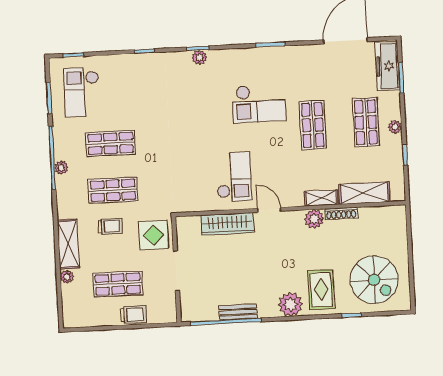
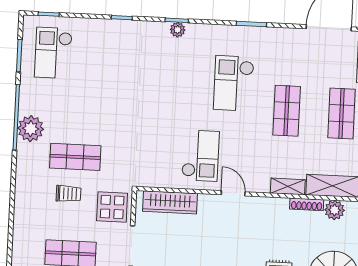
checkout: (259, 104) -> (234, 83), turned 90
shop shelf: (110, 143) -> (78, 109), removed
plant: (61, 168) -> (31, 129), width x1.88, depth x1.88
plant: (314, 219) -> (335, 210), moved
wardrobe: (227, 224) -> (170, 202), moved
shelving: (68, 244) -> (24, 207), removed
plant: (67, 277) -> (19, 241), removed

